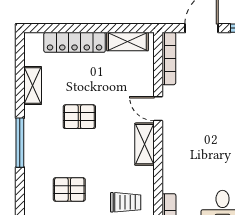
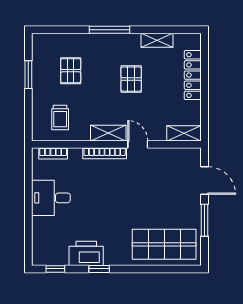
shelving: (127, 42) -> (184, 133), moved, turned 90
bookcase: (169, 58) -> (105, 153), moved
door: (158, 109) -> (138, 144), hinge flipped

